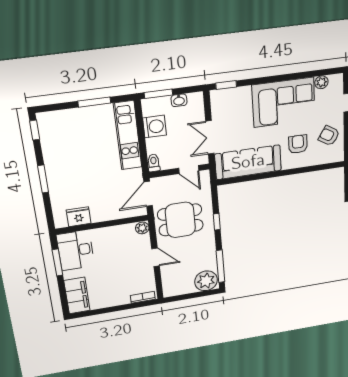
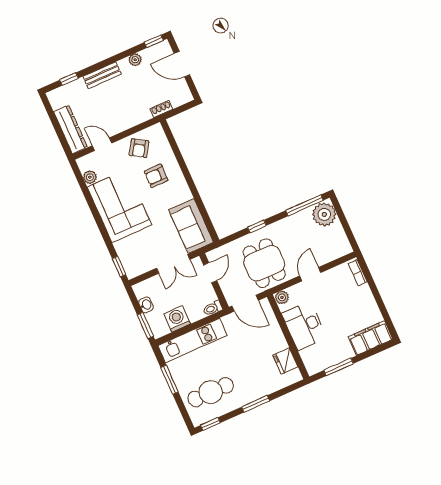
cafe table: (69, 139) -> (211, 392), added
sofa: (248, 162) -> (191, 226), width x0.73
desk: (76, 250) -> (304, 326), moved, turned 90

